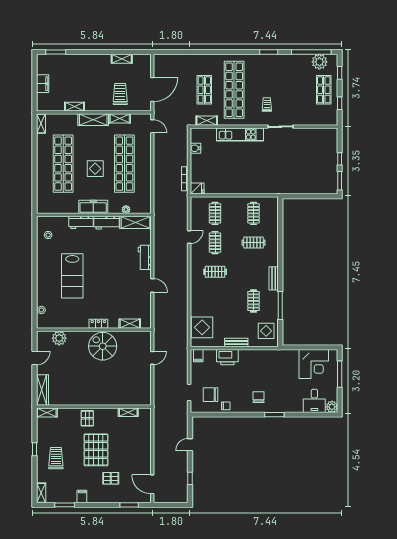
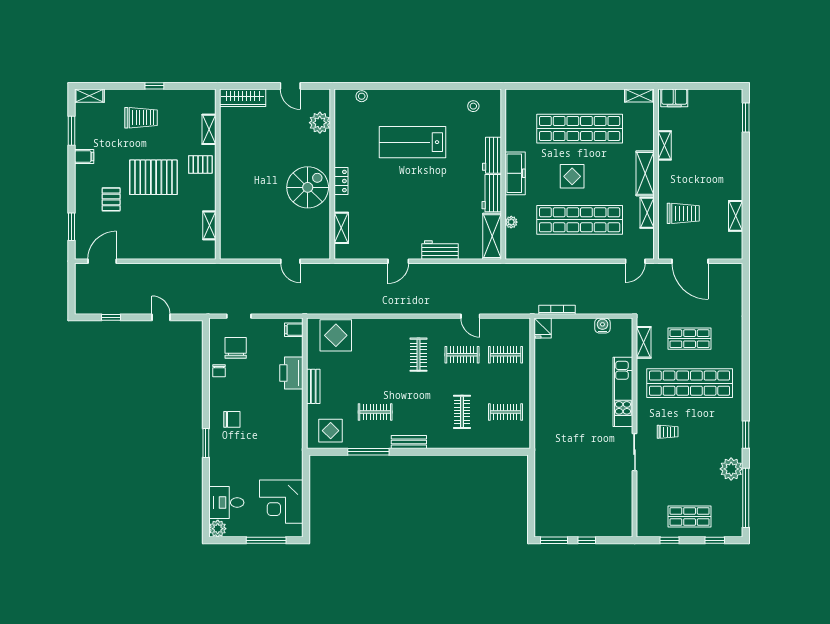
plant: (319, 62) -> (731, 469), moved
filing cabinet: (43, 84) -> (674, 98), moved
shelving: (47, 412) -> (209, 129), moved

